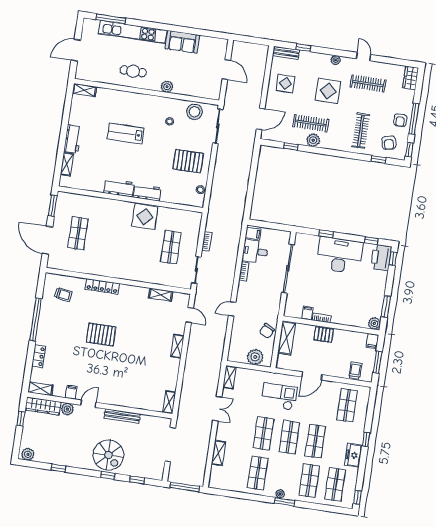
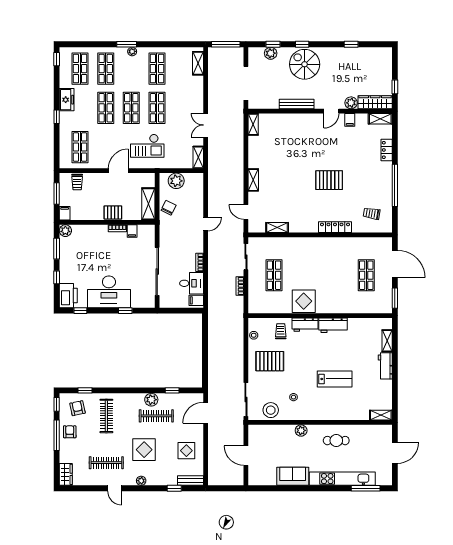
trolley: (173, 190) -> (281, 331), added
window: (393, 259) -> (57, 277), moved
shelving: (218, 453) -> (198, 63), moved
plant: (28, 454) -> (271, 53), moved

